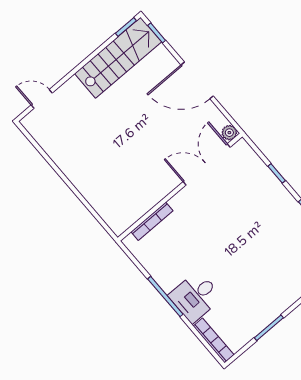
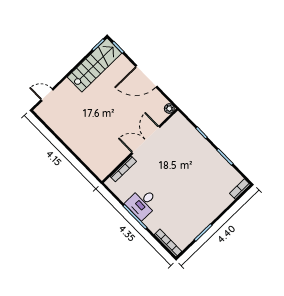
double door: (207, 164) -> (146, 140), moved
desk: (195, 297) -> (142, 203), moved

